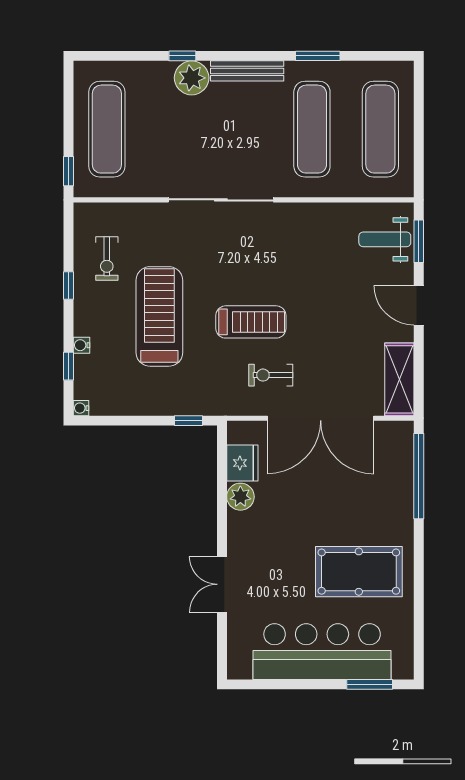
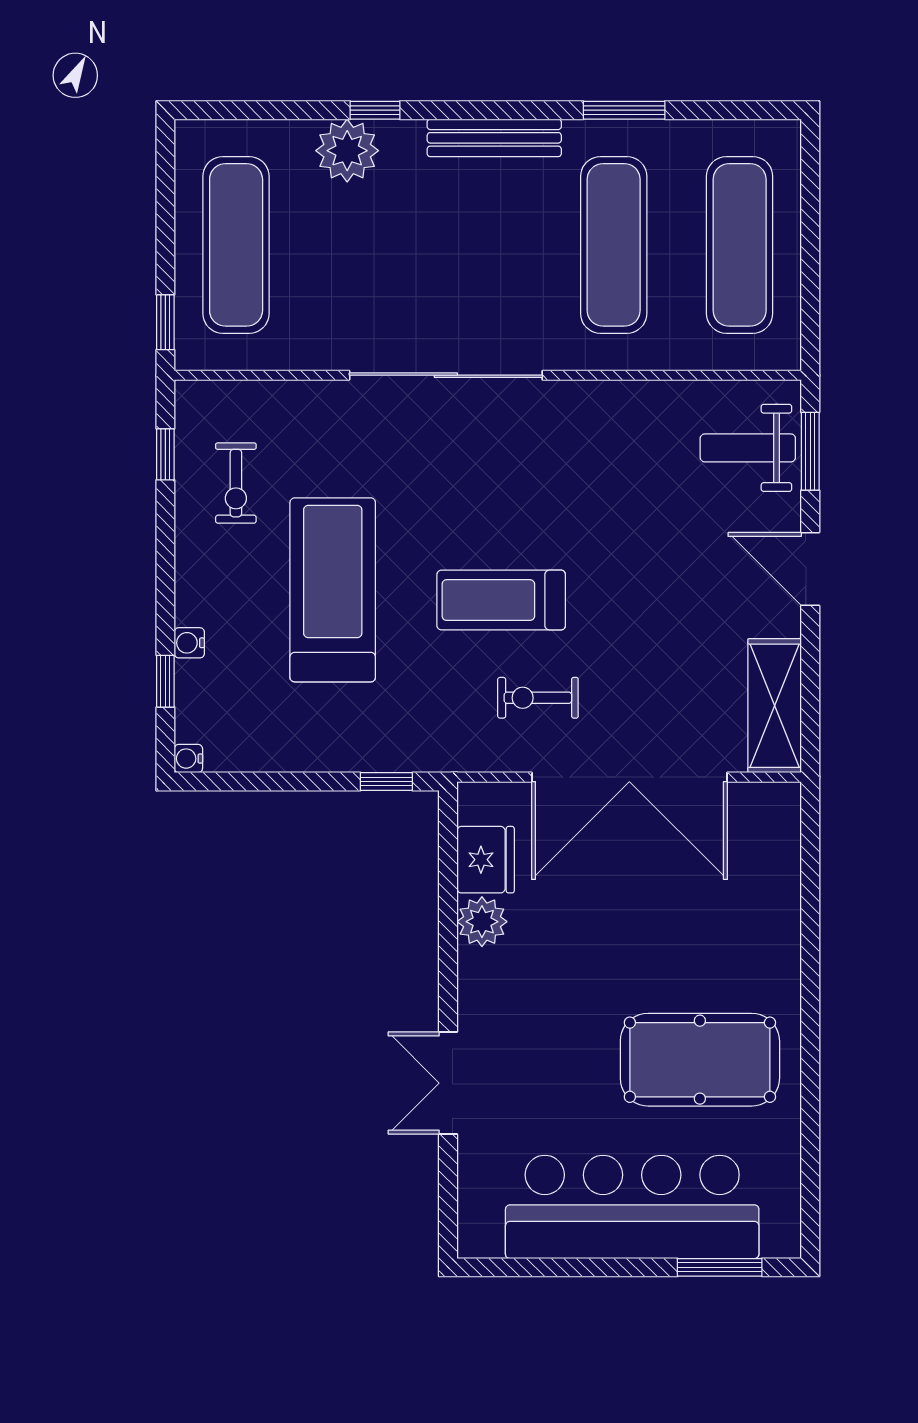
plant: (192, 78) -> (347, 151), moved
window: (69, 285) -> (165, 454), moved
treadmill: (251, 322) -> (501, 600), turned 180
window: (419, 476) -> (810, 884), removed

